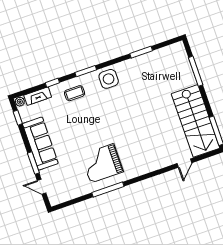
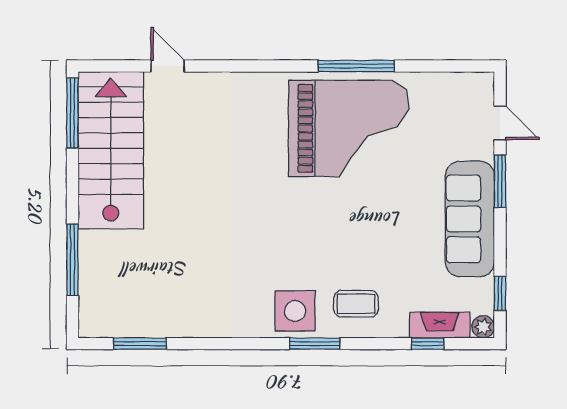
window: (141, 52) -> (140, 344), moved
side table: (109, 79) -> (295, 311), moved
window: (52, 83) -> (428, 344), moved
grand piano: (102, 163) -> (349, 128), width x1.37, depth x1.48
door: (184, 163) -> (168, 66), hinge flipped

